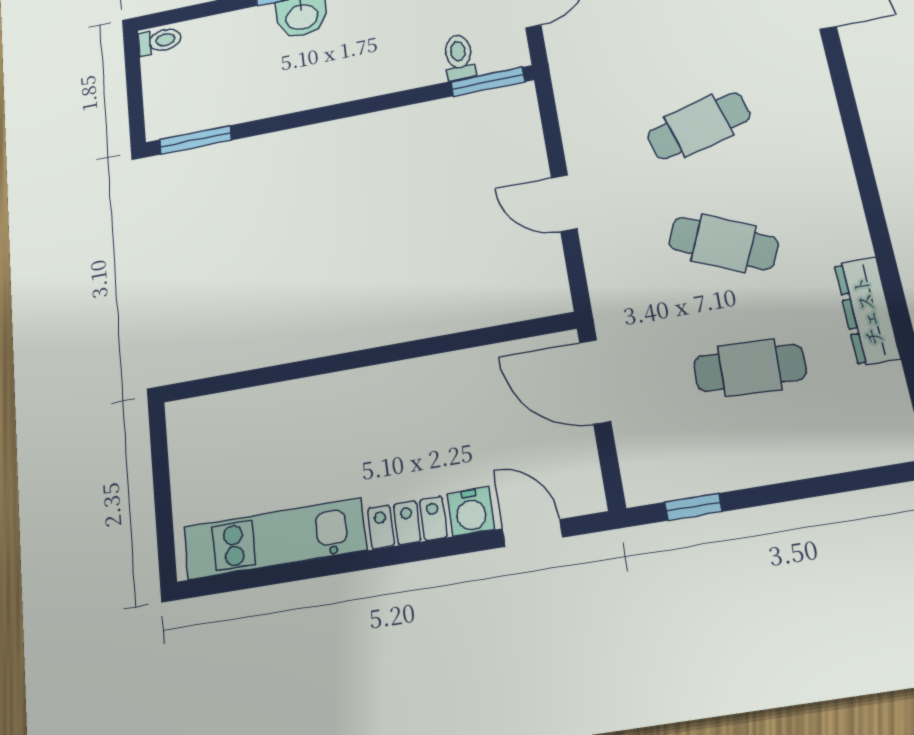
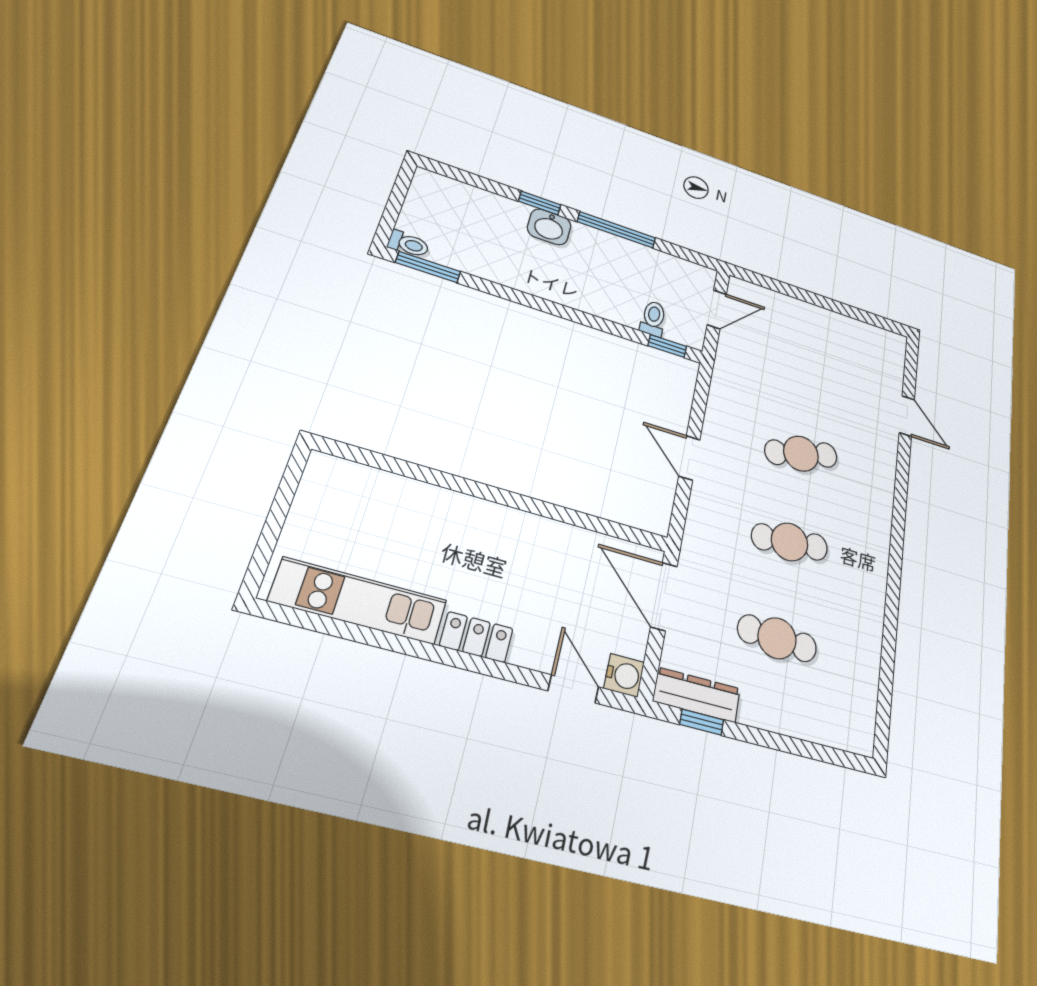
toilet: (160, 41) -> (408, 244), moved
window: (488, 82) -> (667, 346), width x0.67
cafe table: (723, 243) -> (790, 542), turned -30
dresser: (867, 311) -> (697, 695), moved, turned 90
water cooler: (471, 512) -> (624, 675), moved, turned -90

